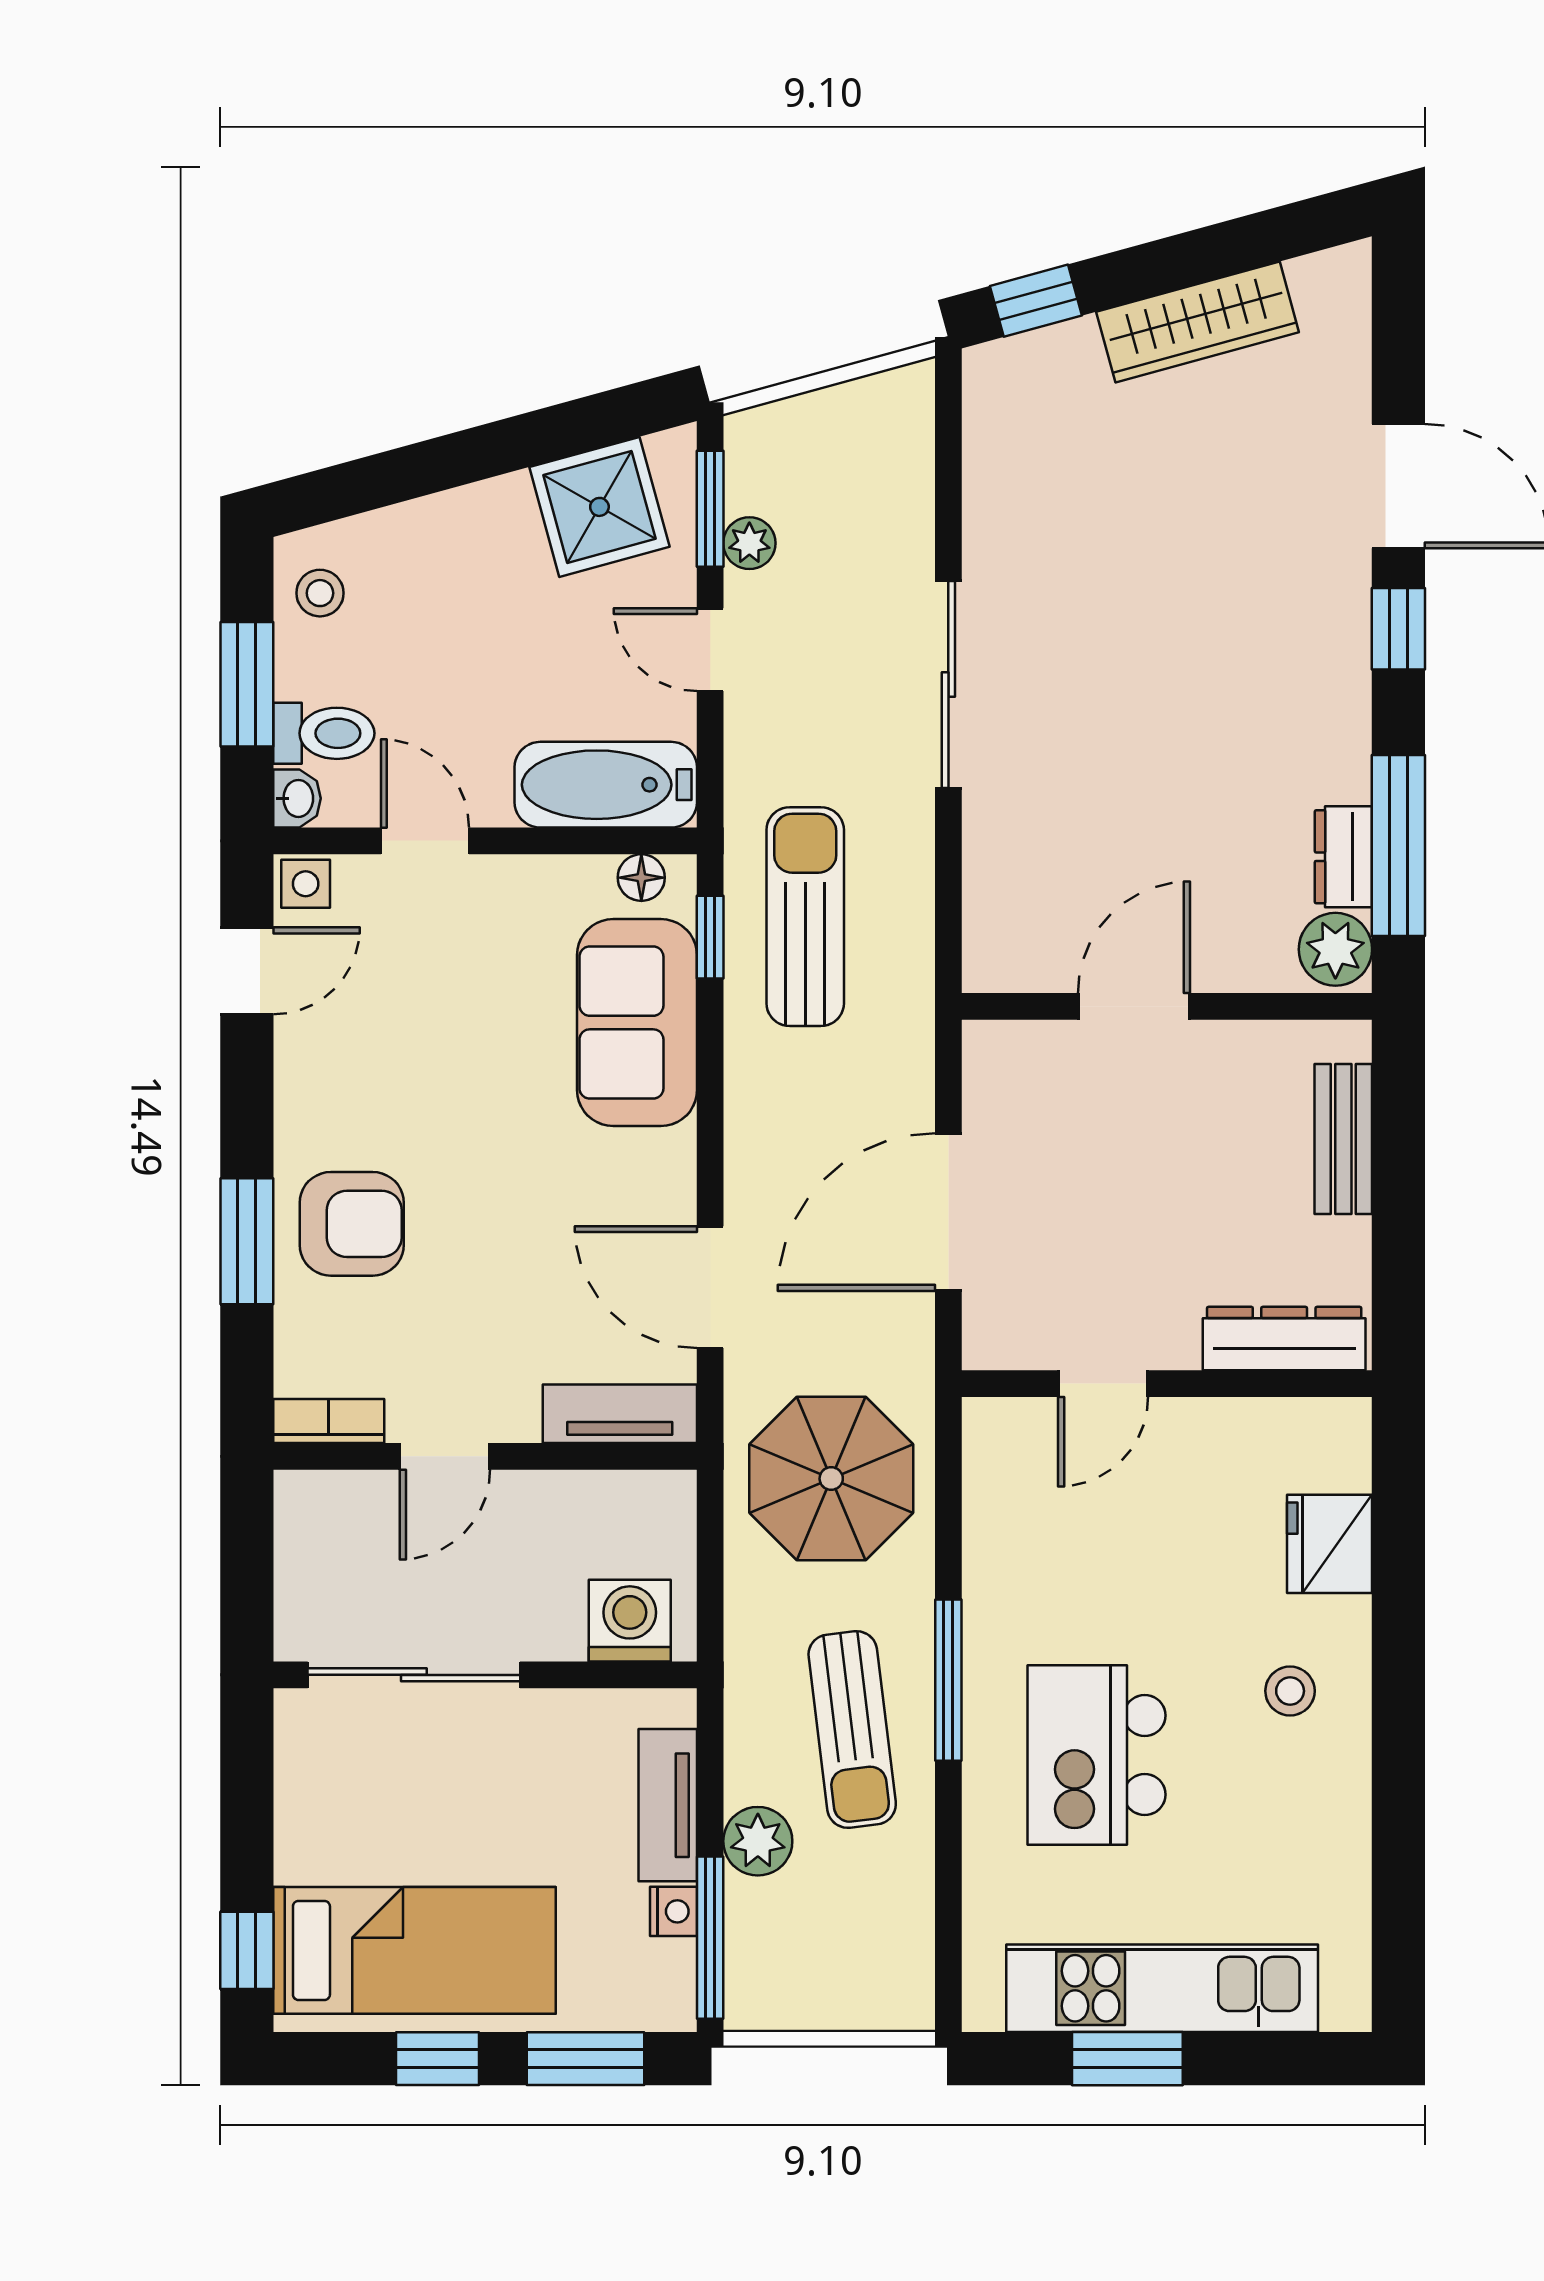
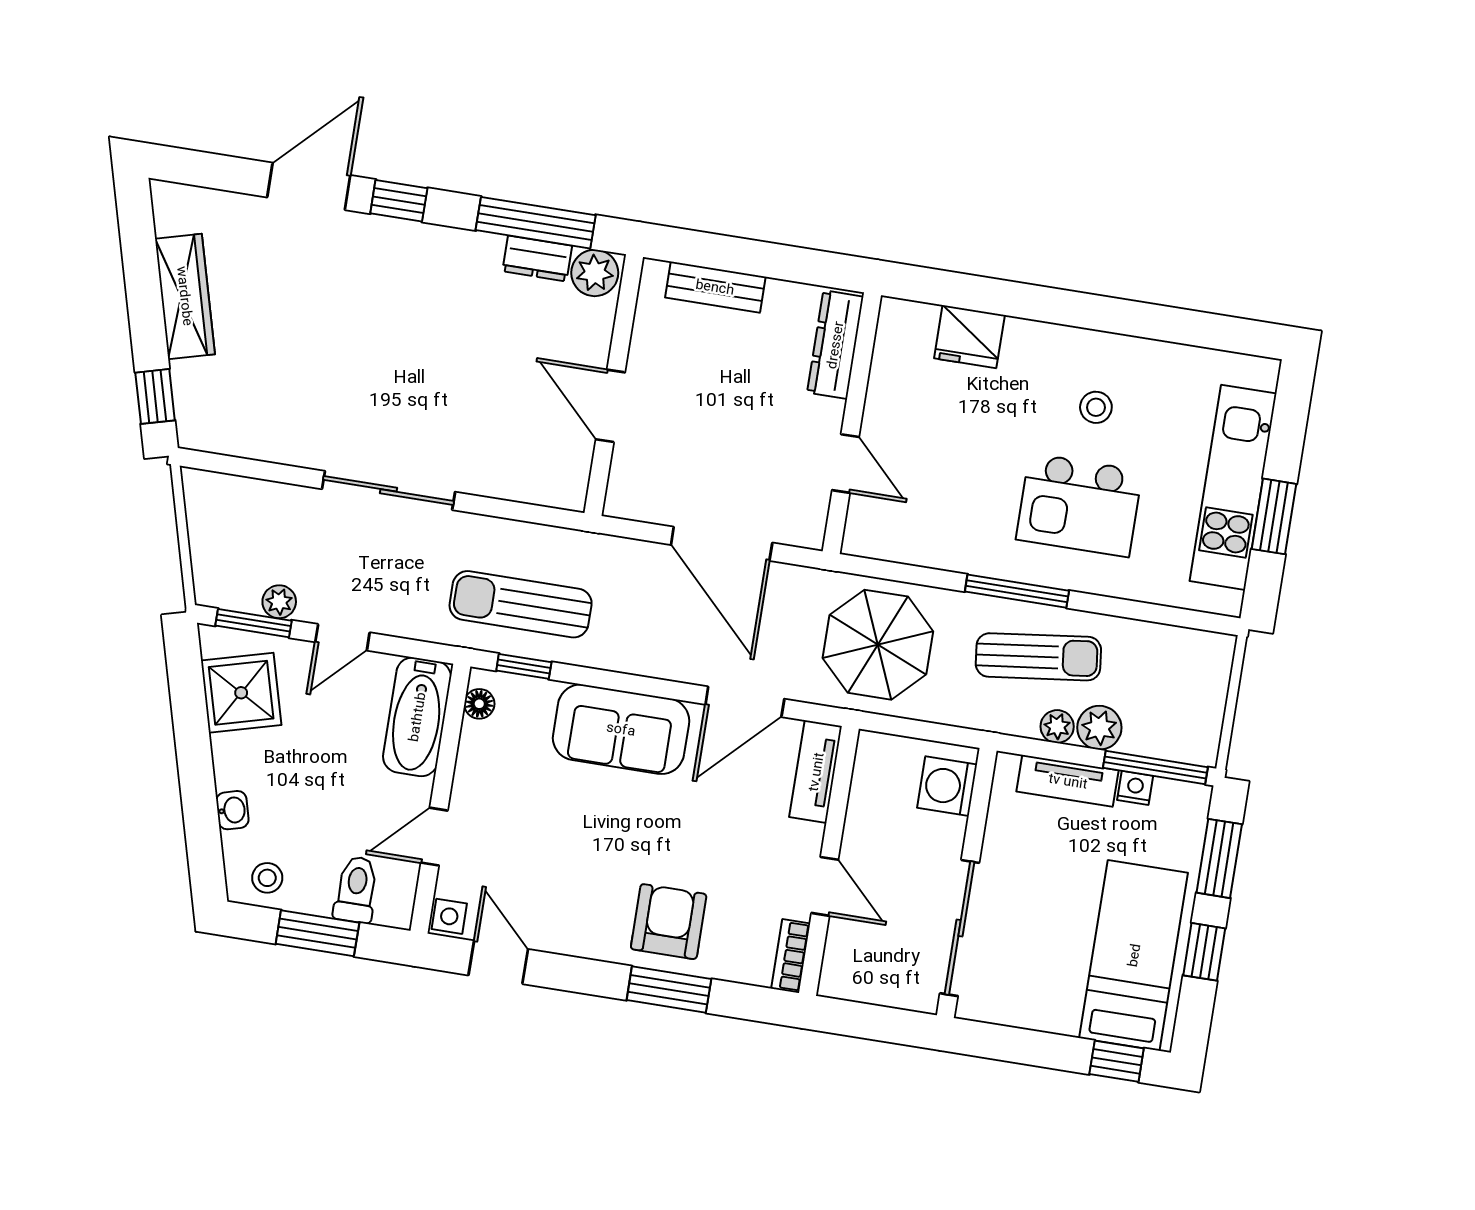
washbasin: (297, 798) -> (232, 810), moved, turned 75
sofa: (637, 1023) -> (621, 729), moved
stool: (1290, 1691) -> (1096, 407), moved
plant: (749, 1776) -> (1057, 726), added

